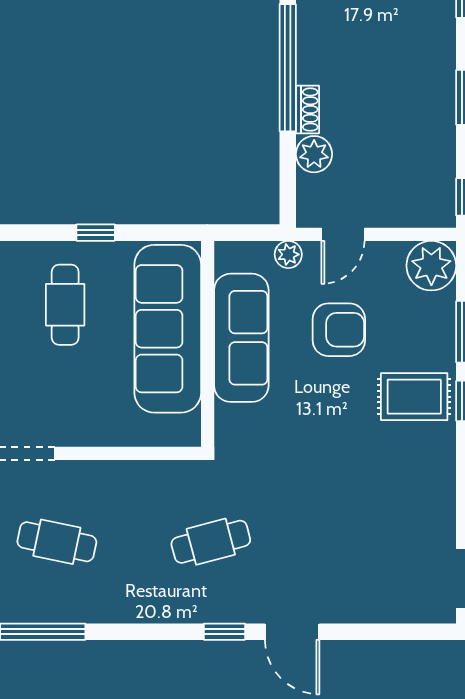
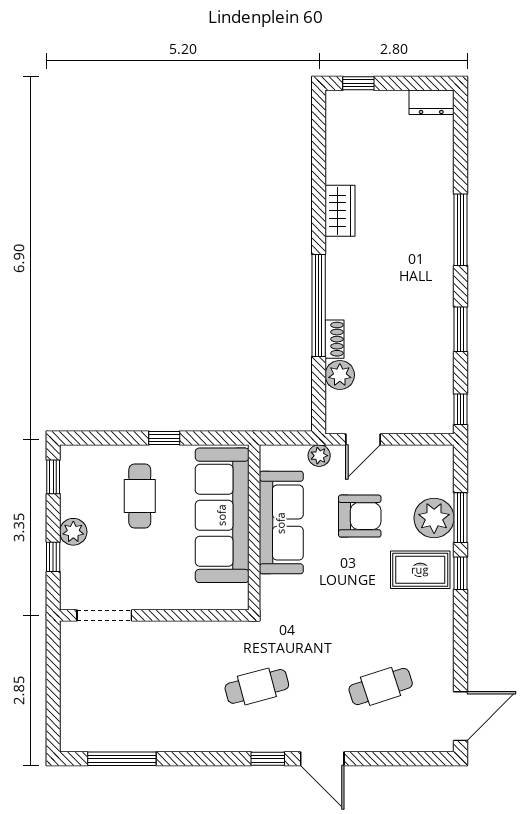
plant: (431, 266) -> (434, 518), moved
cafe table: (57, 542) -> (381, 686), moved, turned -30

